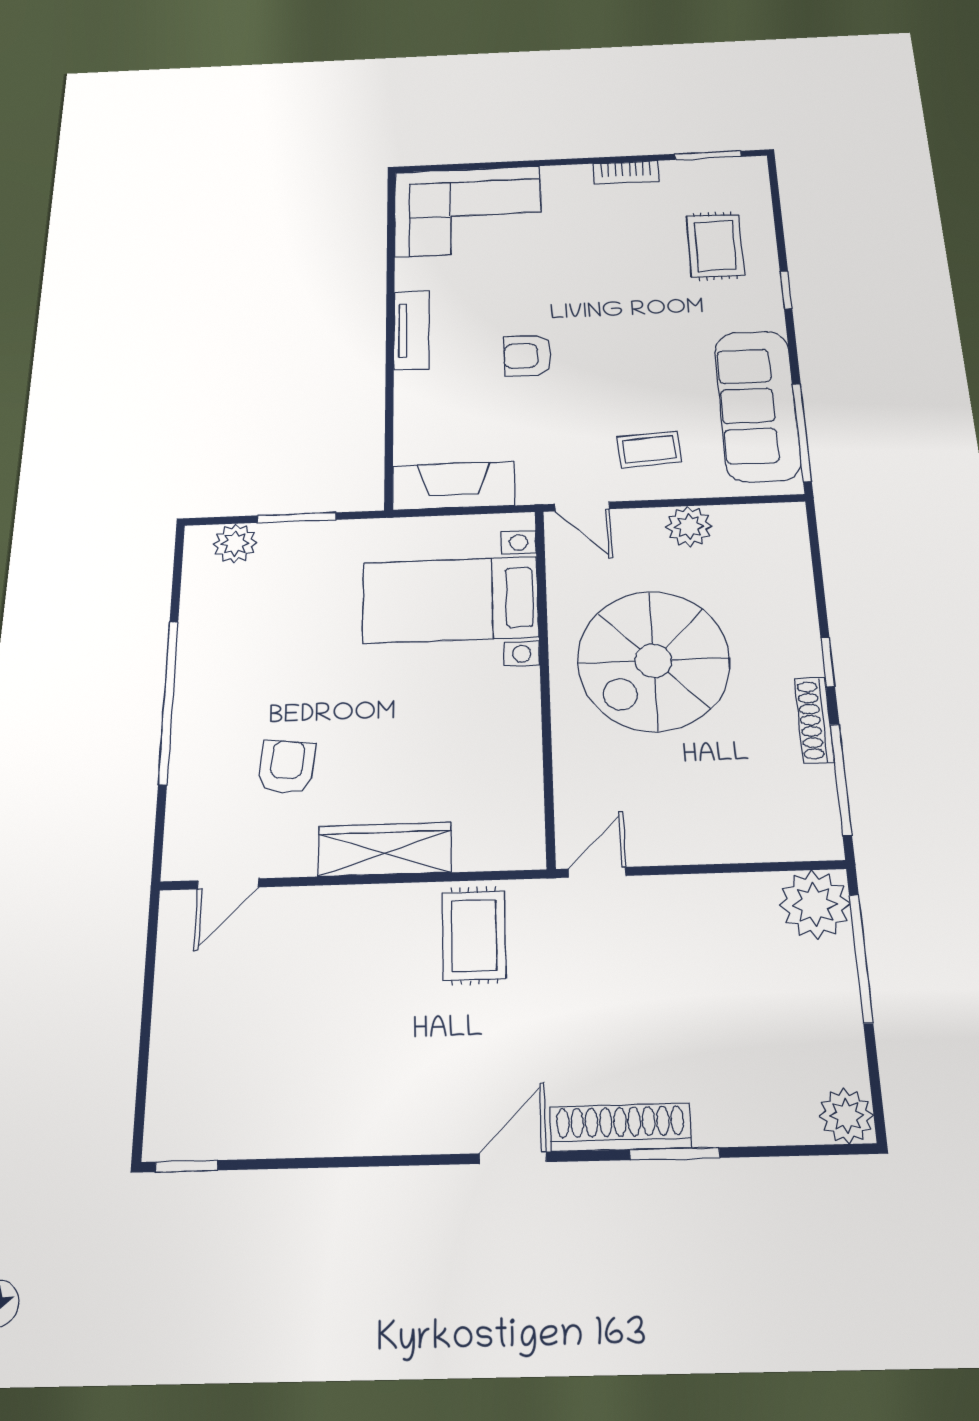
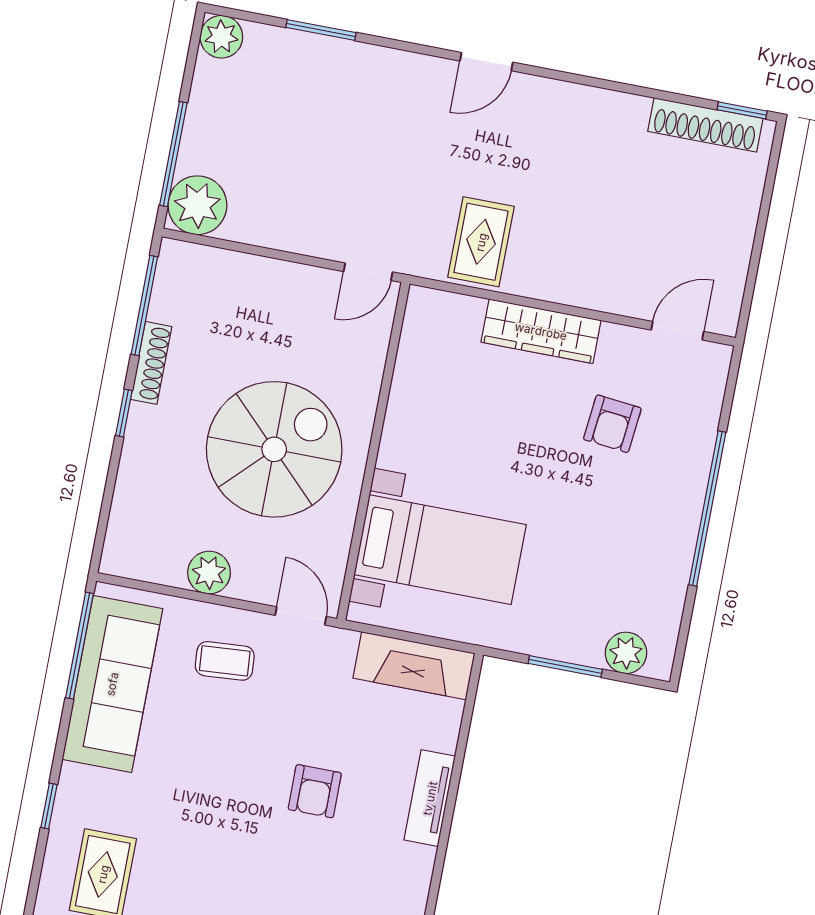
tv unit: (412, 330) -> (430, 798), moved
armchair: (528, 356) -> (315, 791), turned 90
shoe rack: (620, 1127) -> (705, 125), moved
window: (675, 1154) -> (321, 30), moved

